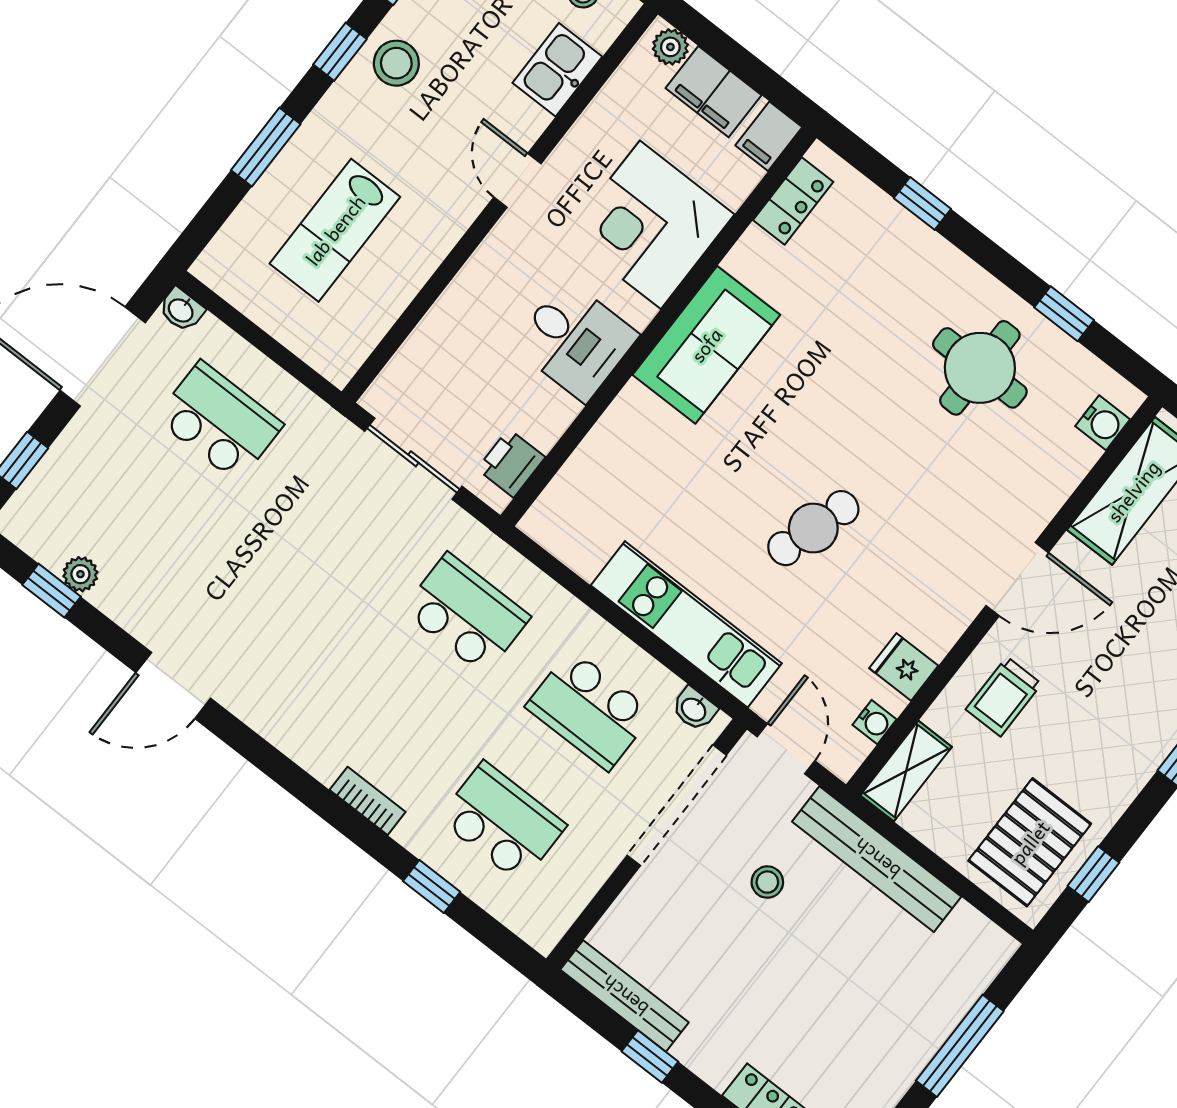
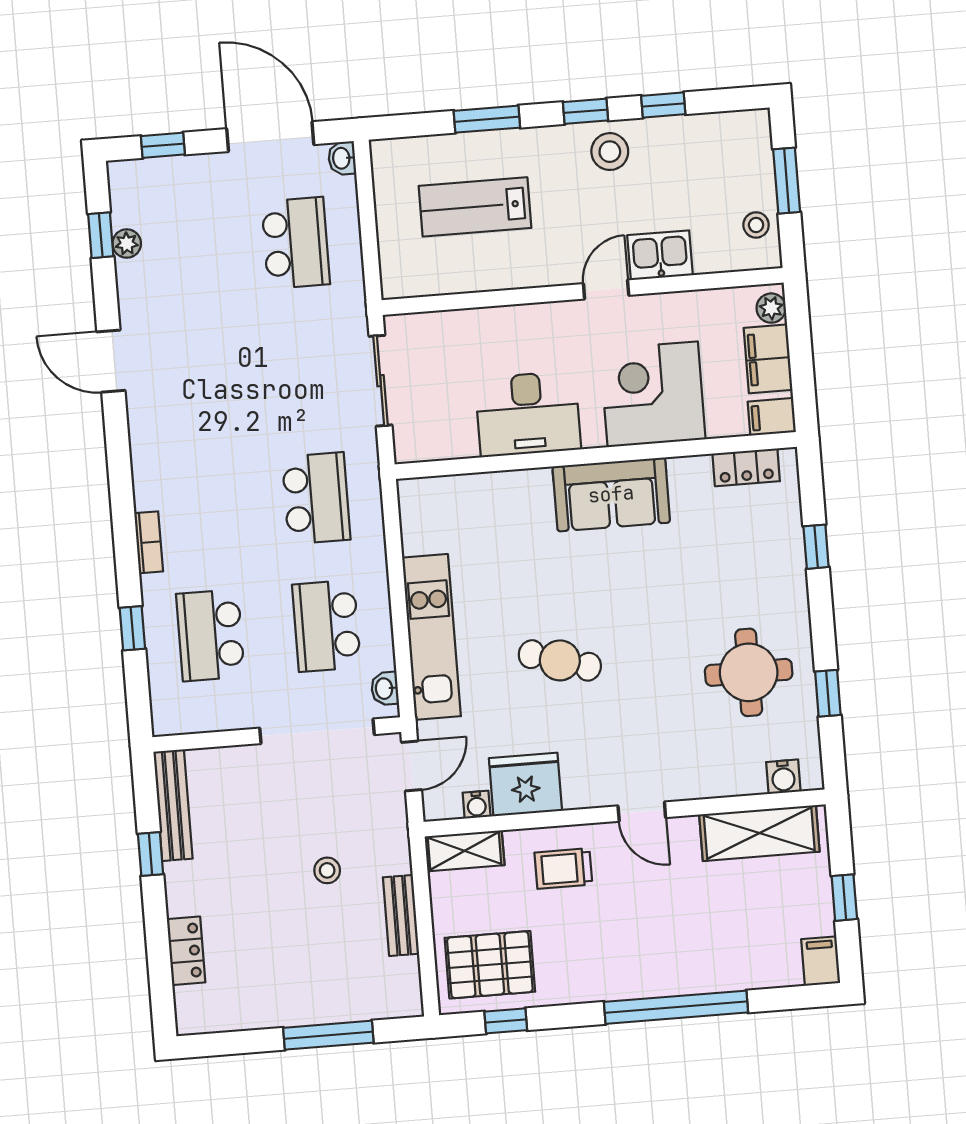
kitchen sink: (557, 70) -> (660, 255), moved
desk: (575, 340) -> (528, 414), width x1.37
printer: (511, 463) -> (432, 442), removed
door: (1017, 579) -> (642, 812), width x0.73
fridge: (904, 667) -> (525, 784), width x1.88, depth x1.34
school desk: (502, 822) -> (210, 635), turned 180
bench: (877, 859) -> (401, 916), width x0.54, depth x0.82
stool: (767, 882) -> (327, 870), moved

